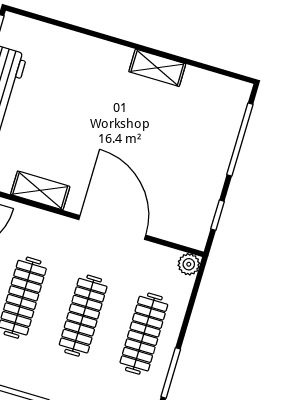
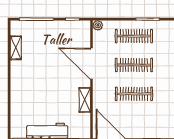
shelving: (157, 68) -> (16, 48), moved
door: (112, 227) -> (91, 64), hinge flipped

